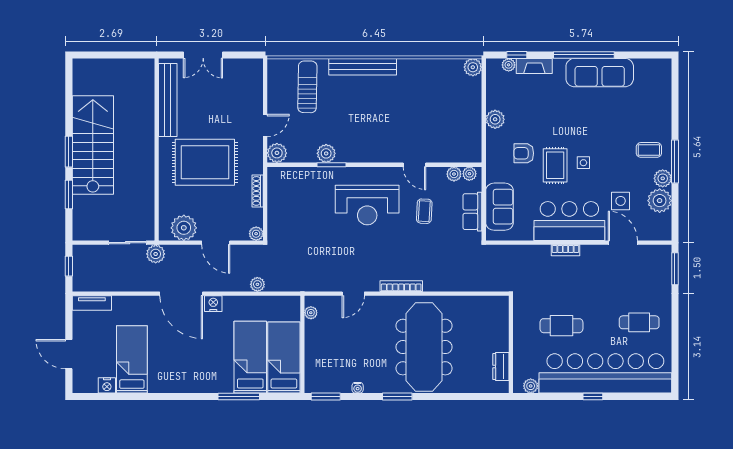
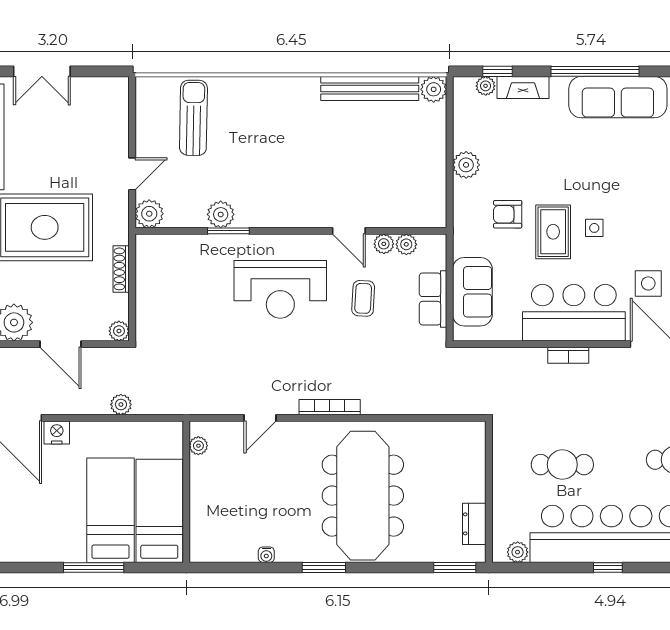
bench: (363, 67) -> (370, 89), moved
plant: (469, 174) -> (384, 244), moved
window: (326, 397) -> (455, 568), moved

